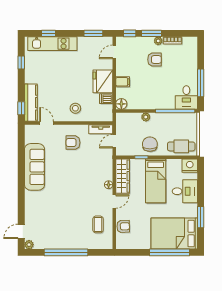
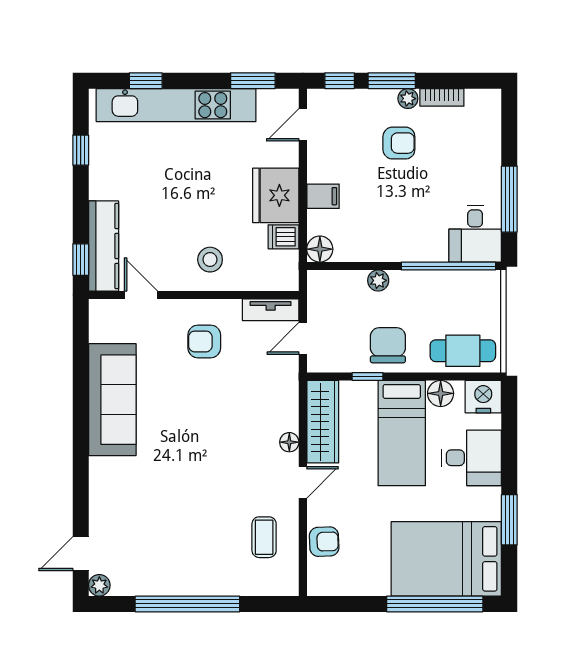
kitchen unit: (52, 44) -> (176, 105), width x1.36
floor lamp: (172, 164) -> (441, 393), added

